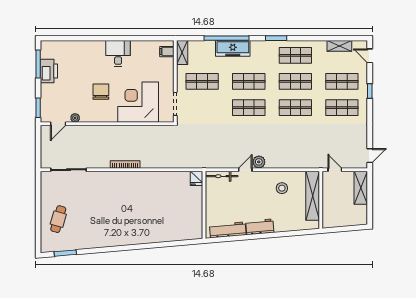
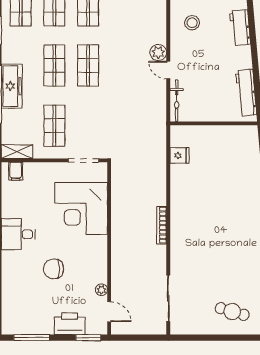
printer: (49, 71) -> (70, 324), moved
chair: (101, 92) -> (54, 269), moved
fridge: (196, 178) -> (179, 155), moved
workbench: (260, 227) -> (240, 28), moved

